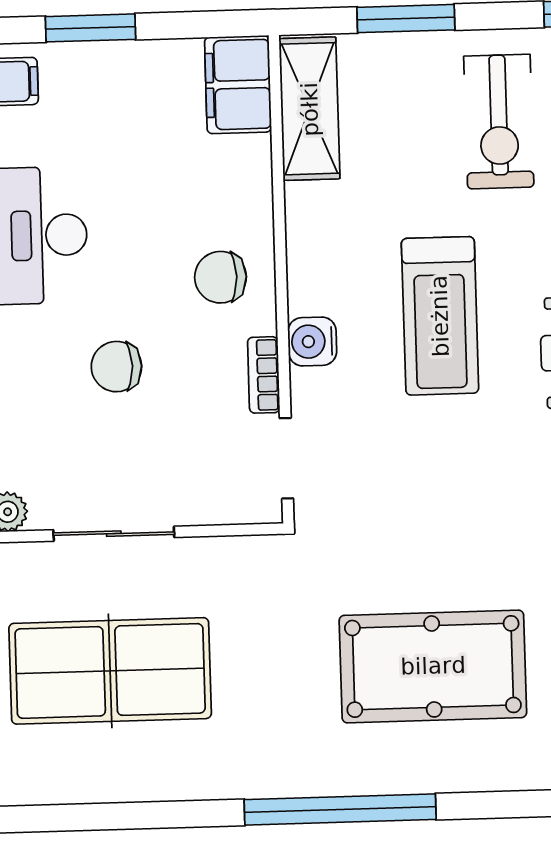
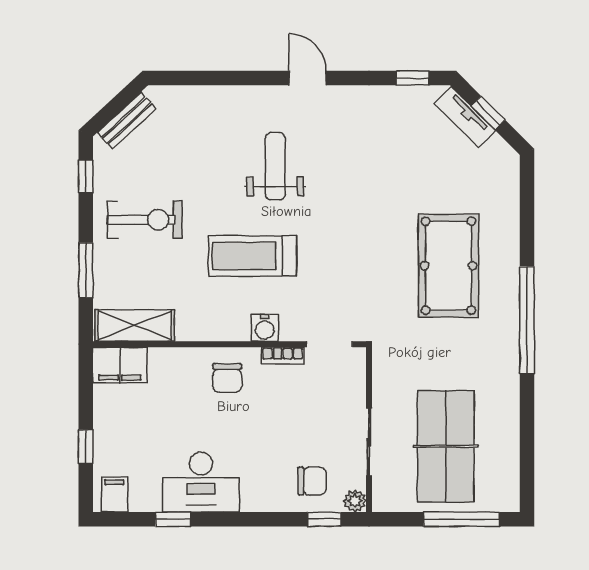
window: (90, 28) -> (86, 447), width x0.67
treadmill: (440, 316) -> (253, 256), turned 180
chair: (116, 367) -> (312, 481), moved, turned -90

